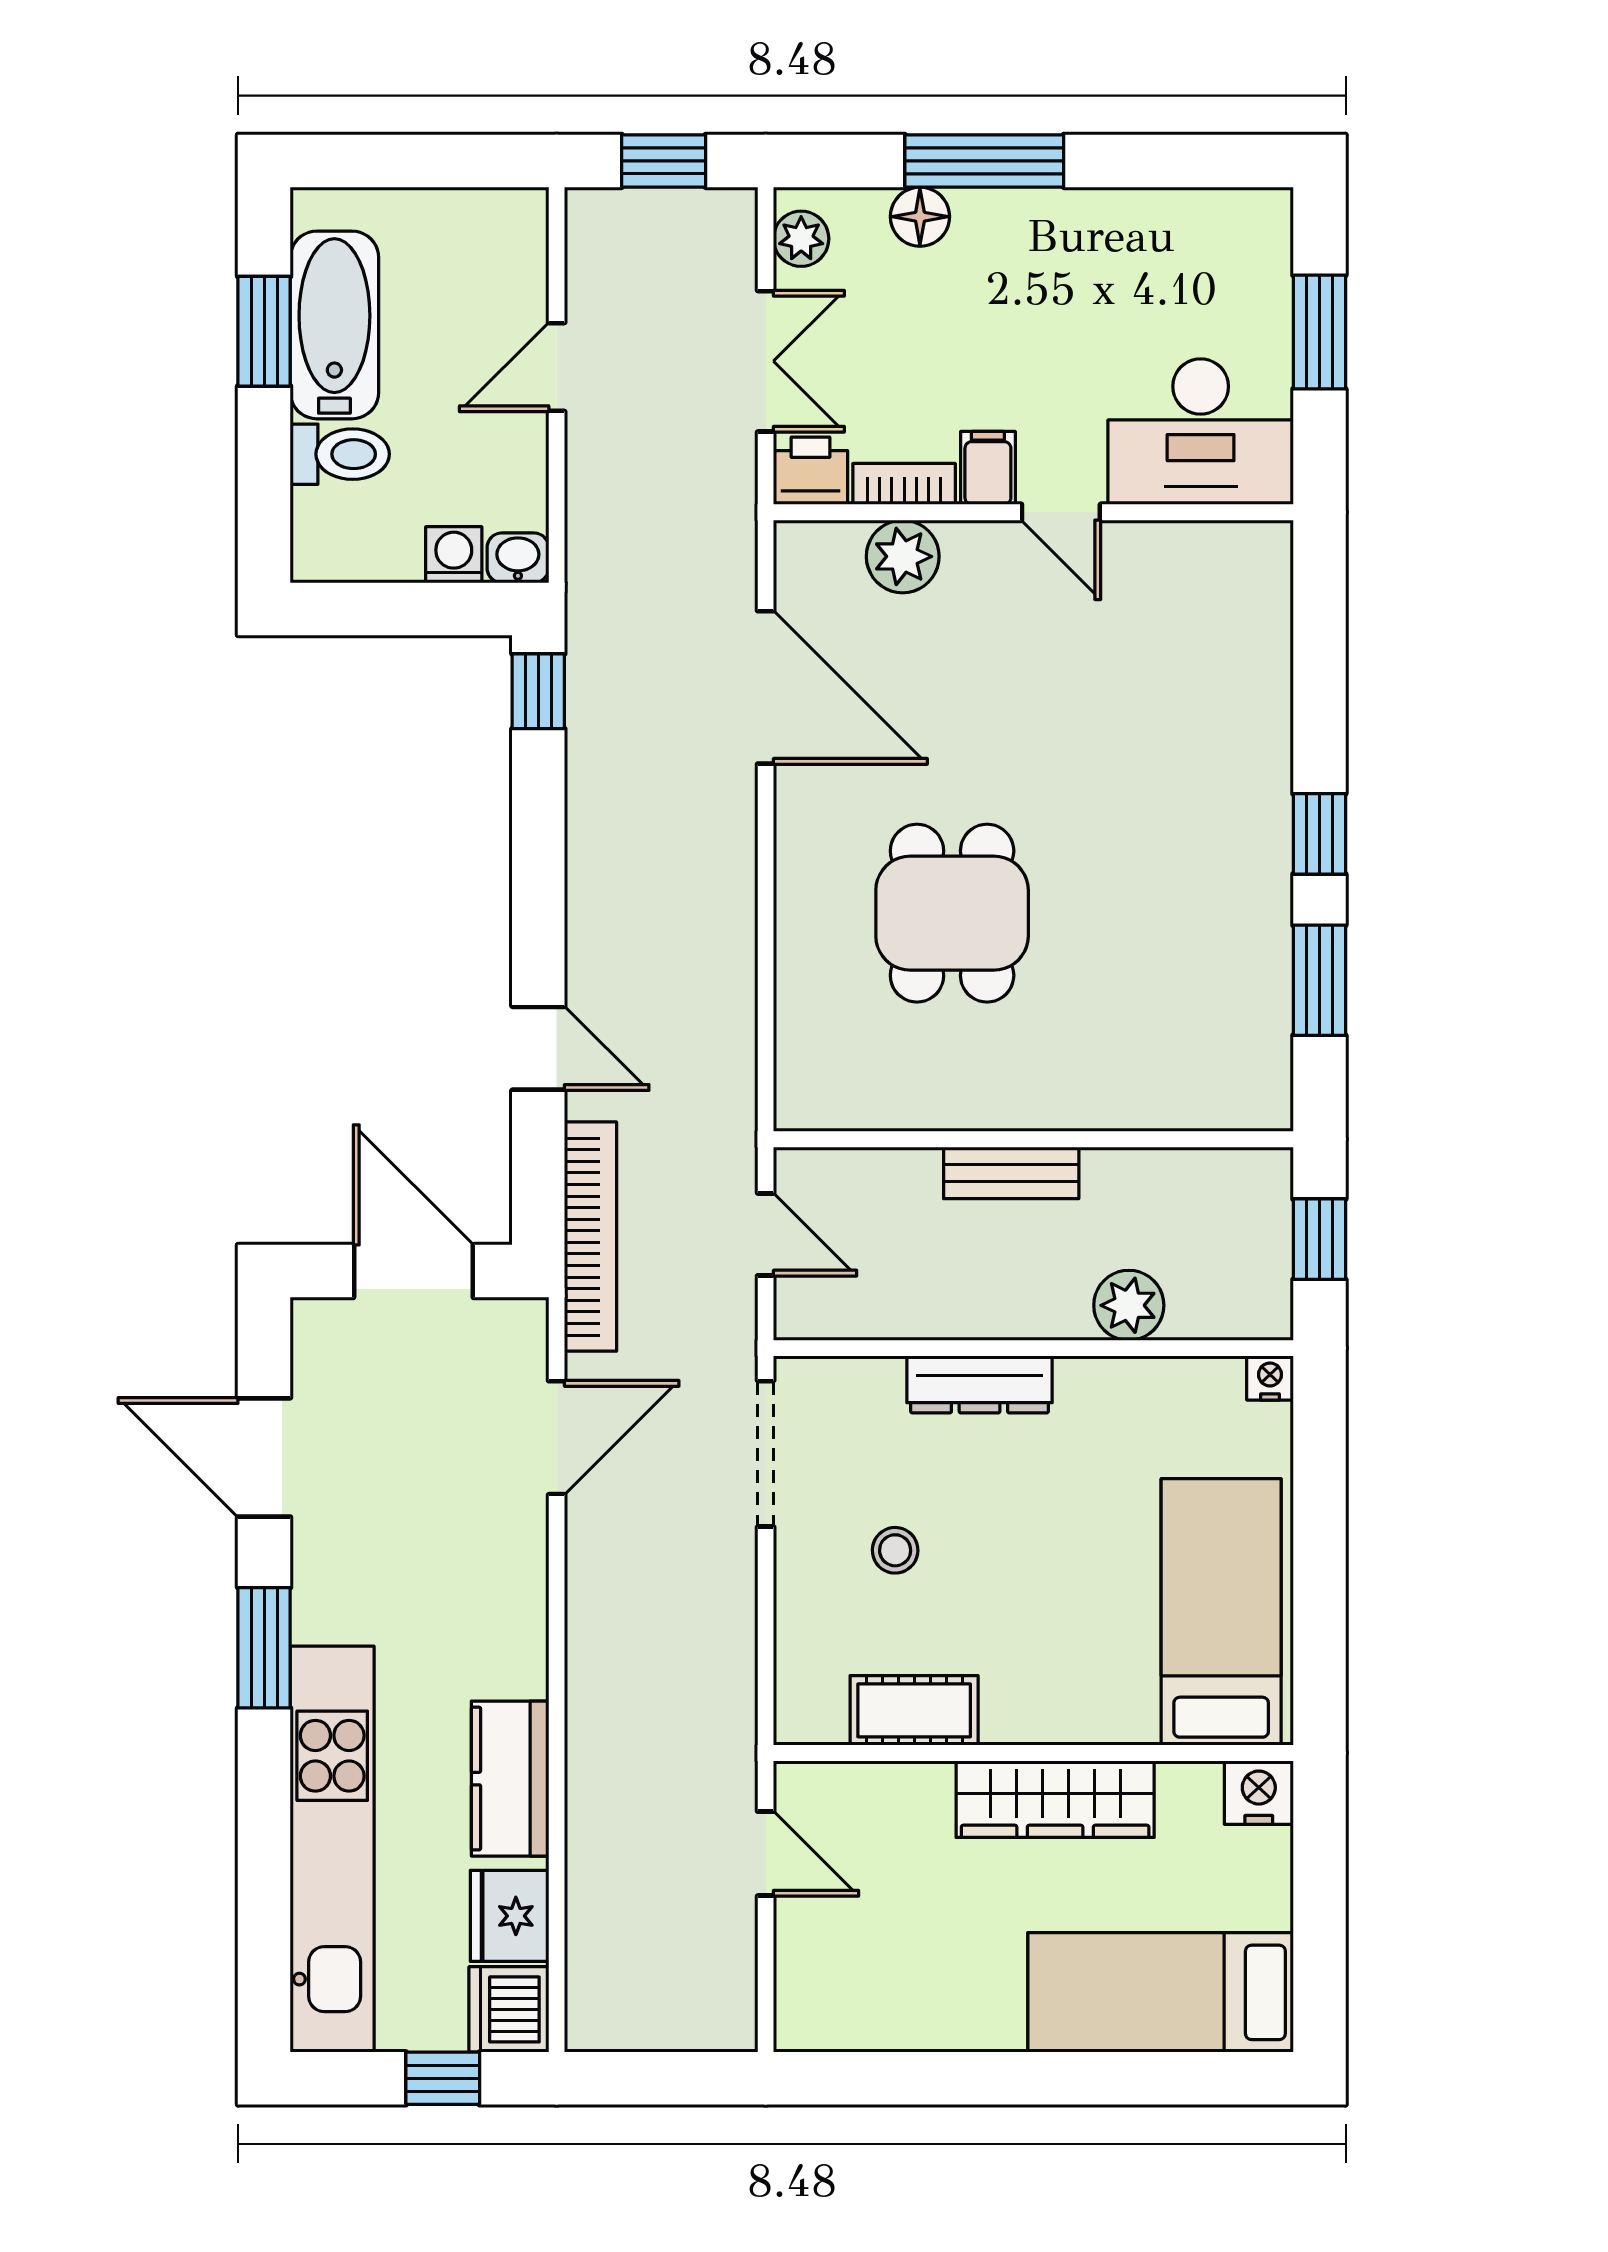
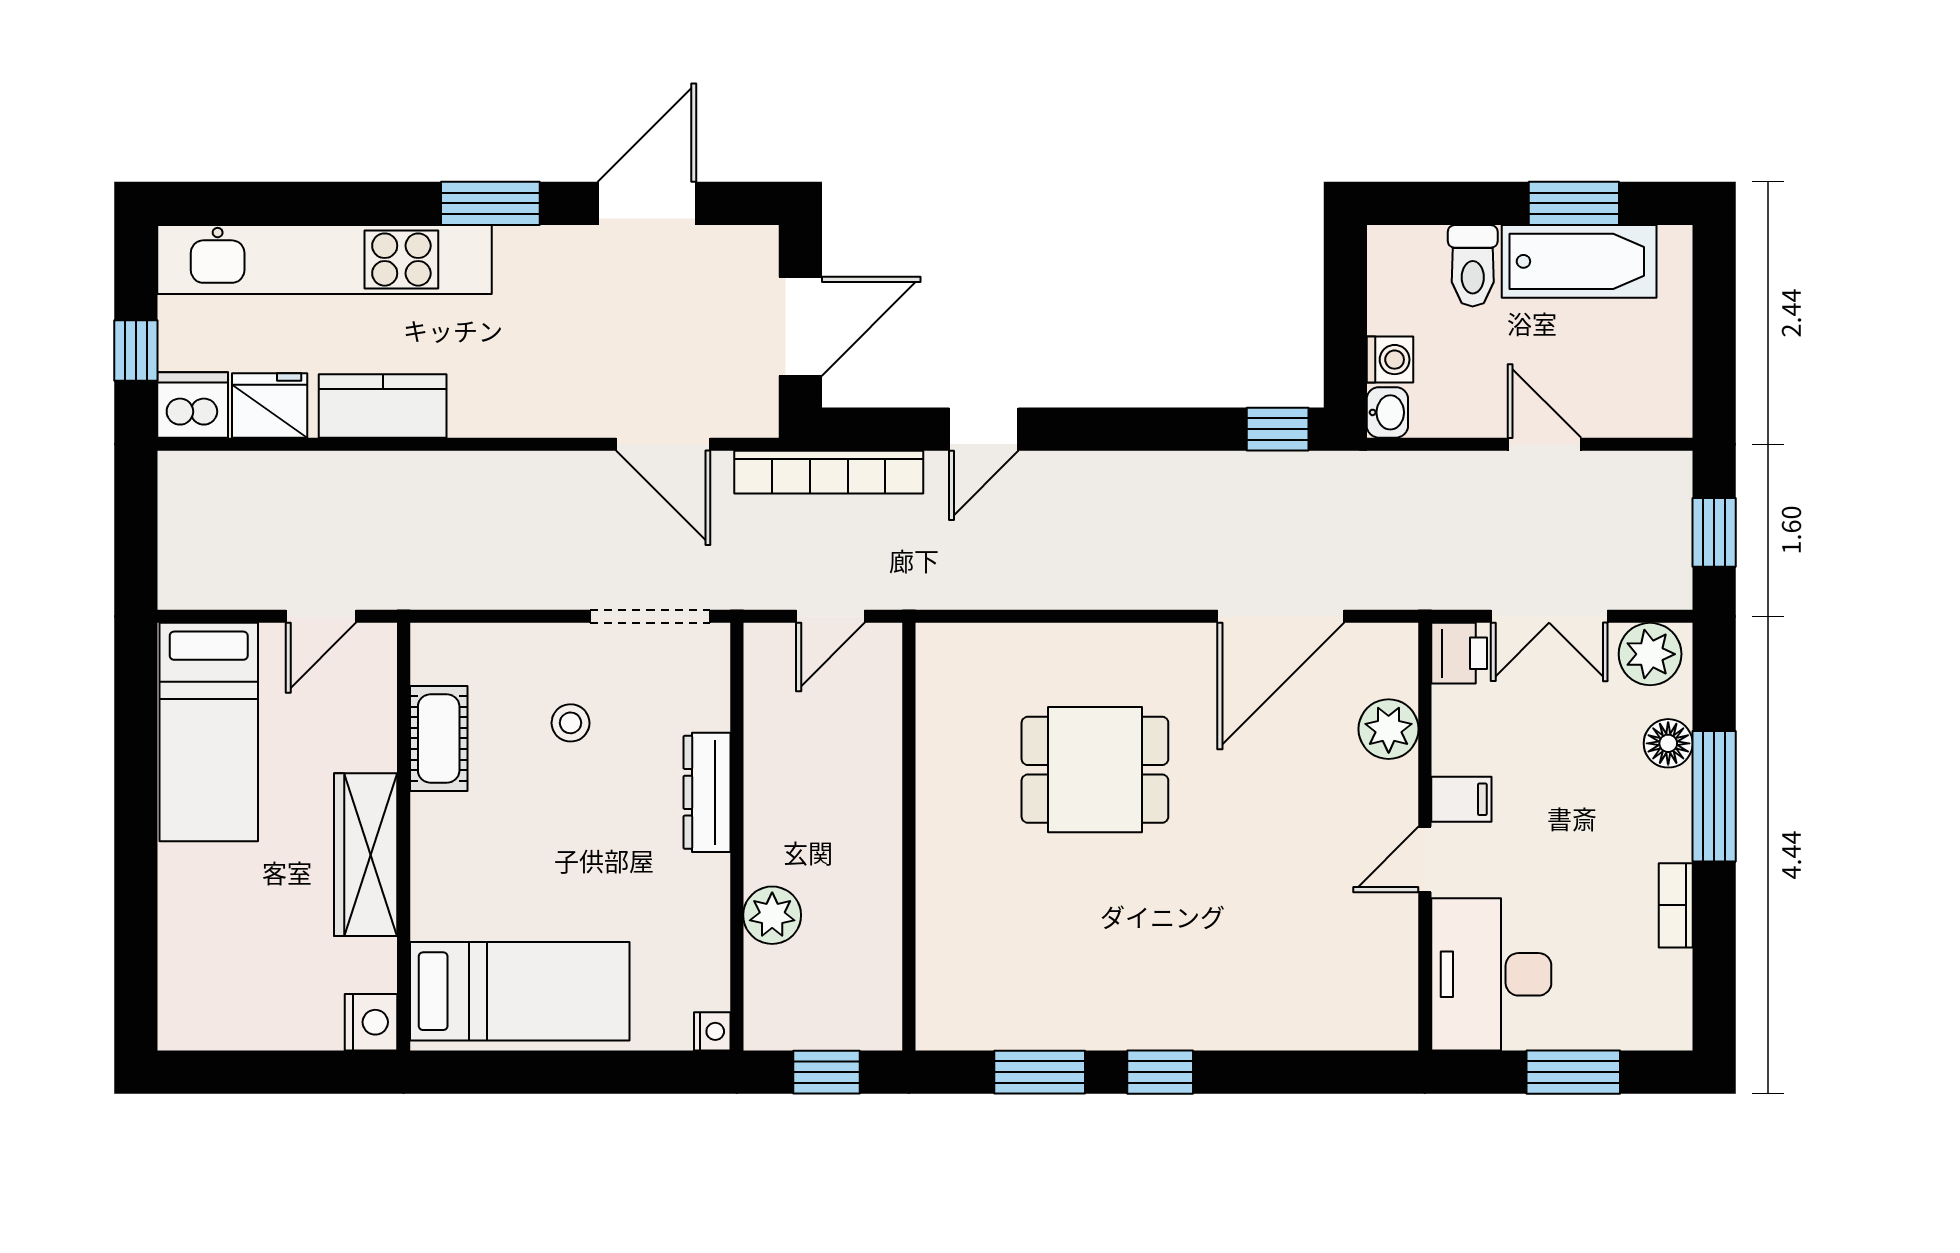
plant: (801, 239) -> (1650, 654), width x1.38, depth x1.38
bookcase: (904, 484) -> (1676, 905), moved, turned 180
bench: (1011, 1173) -> (881, 818), removed
bed: (1161, 1992) -> (209, 732), moved, turned 180

